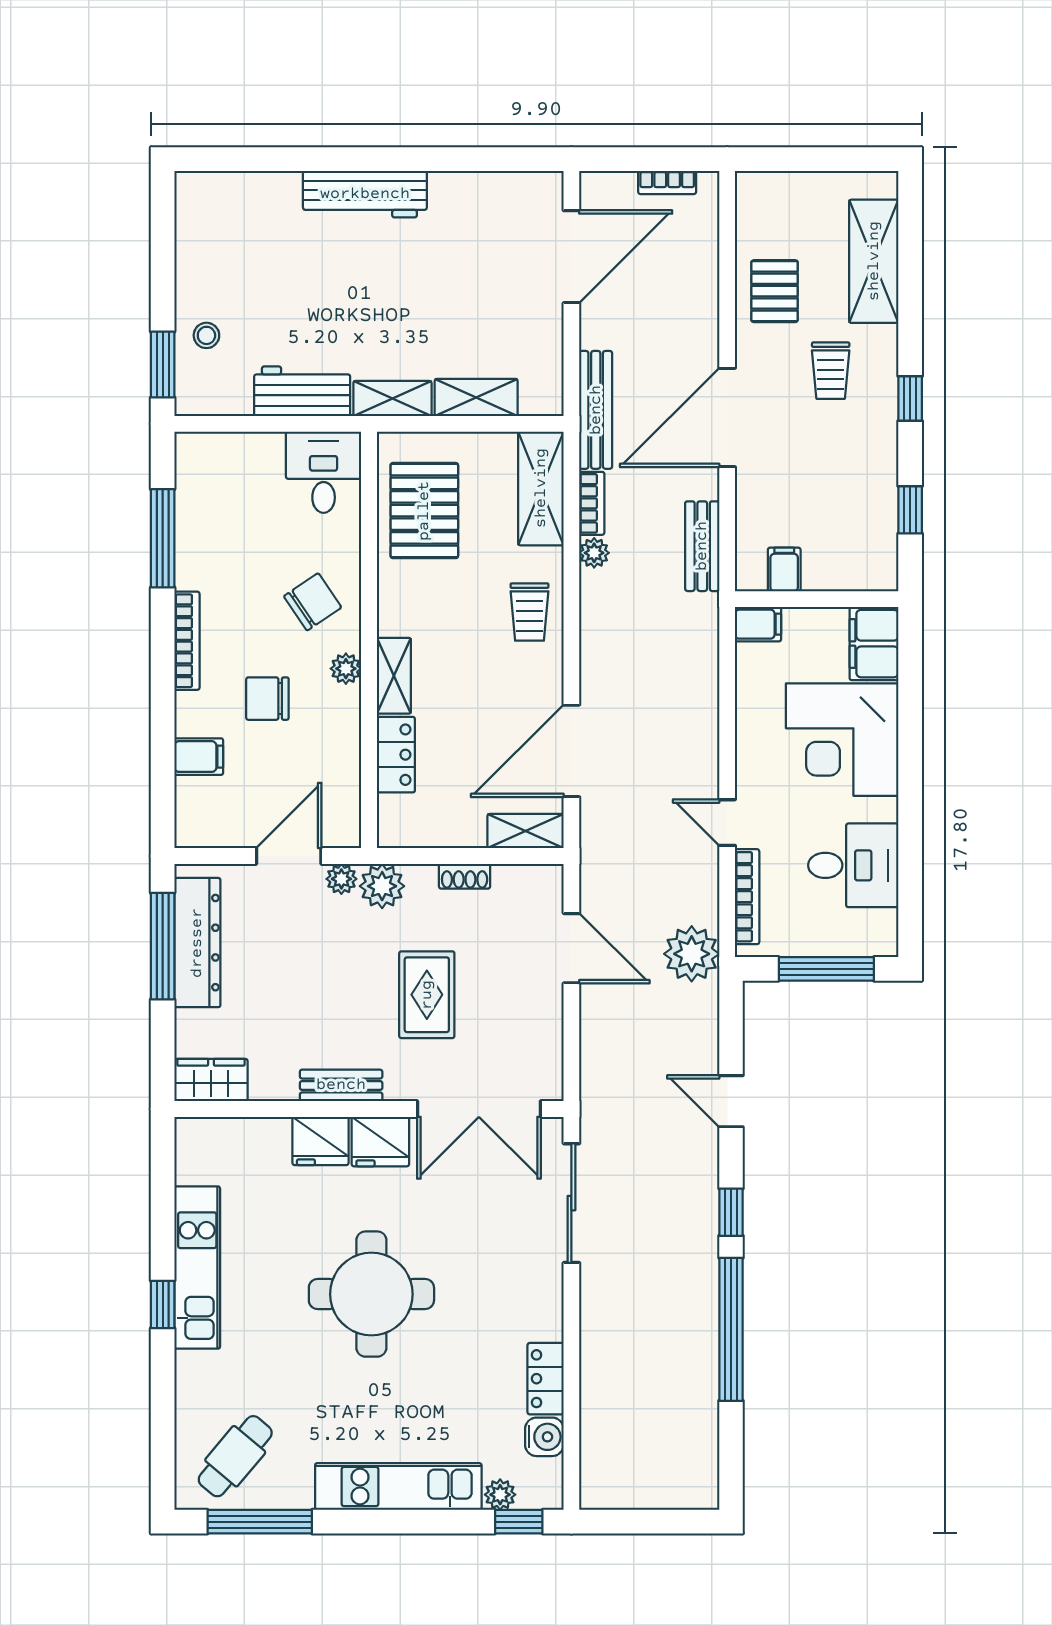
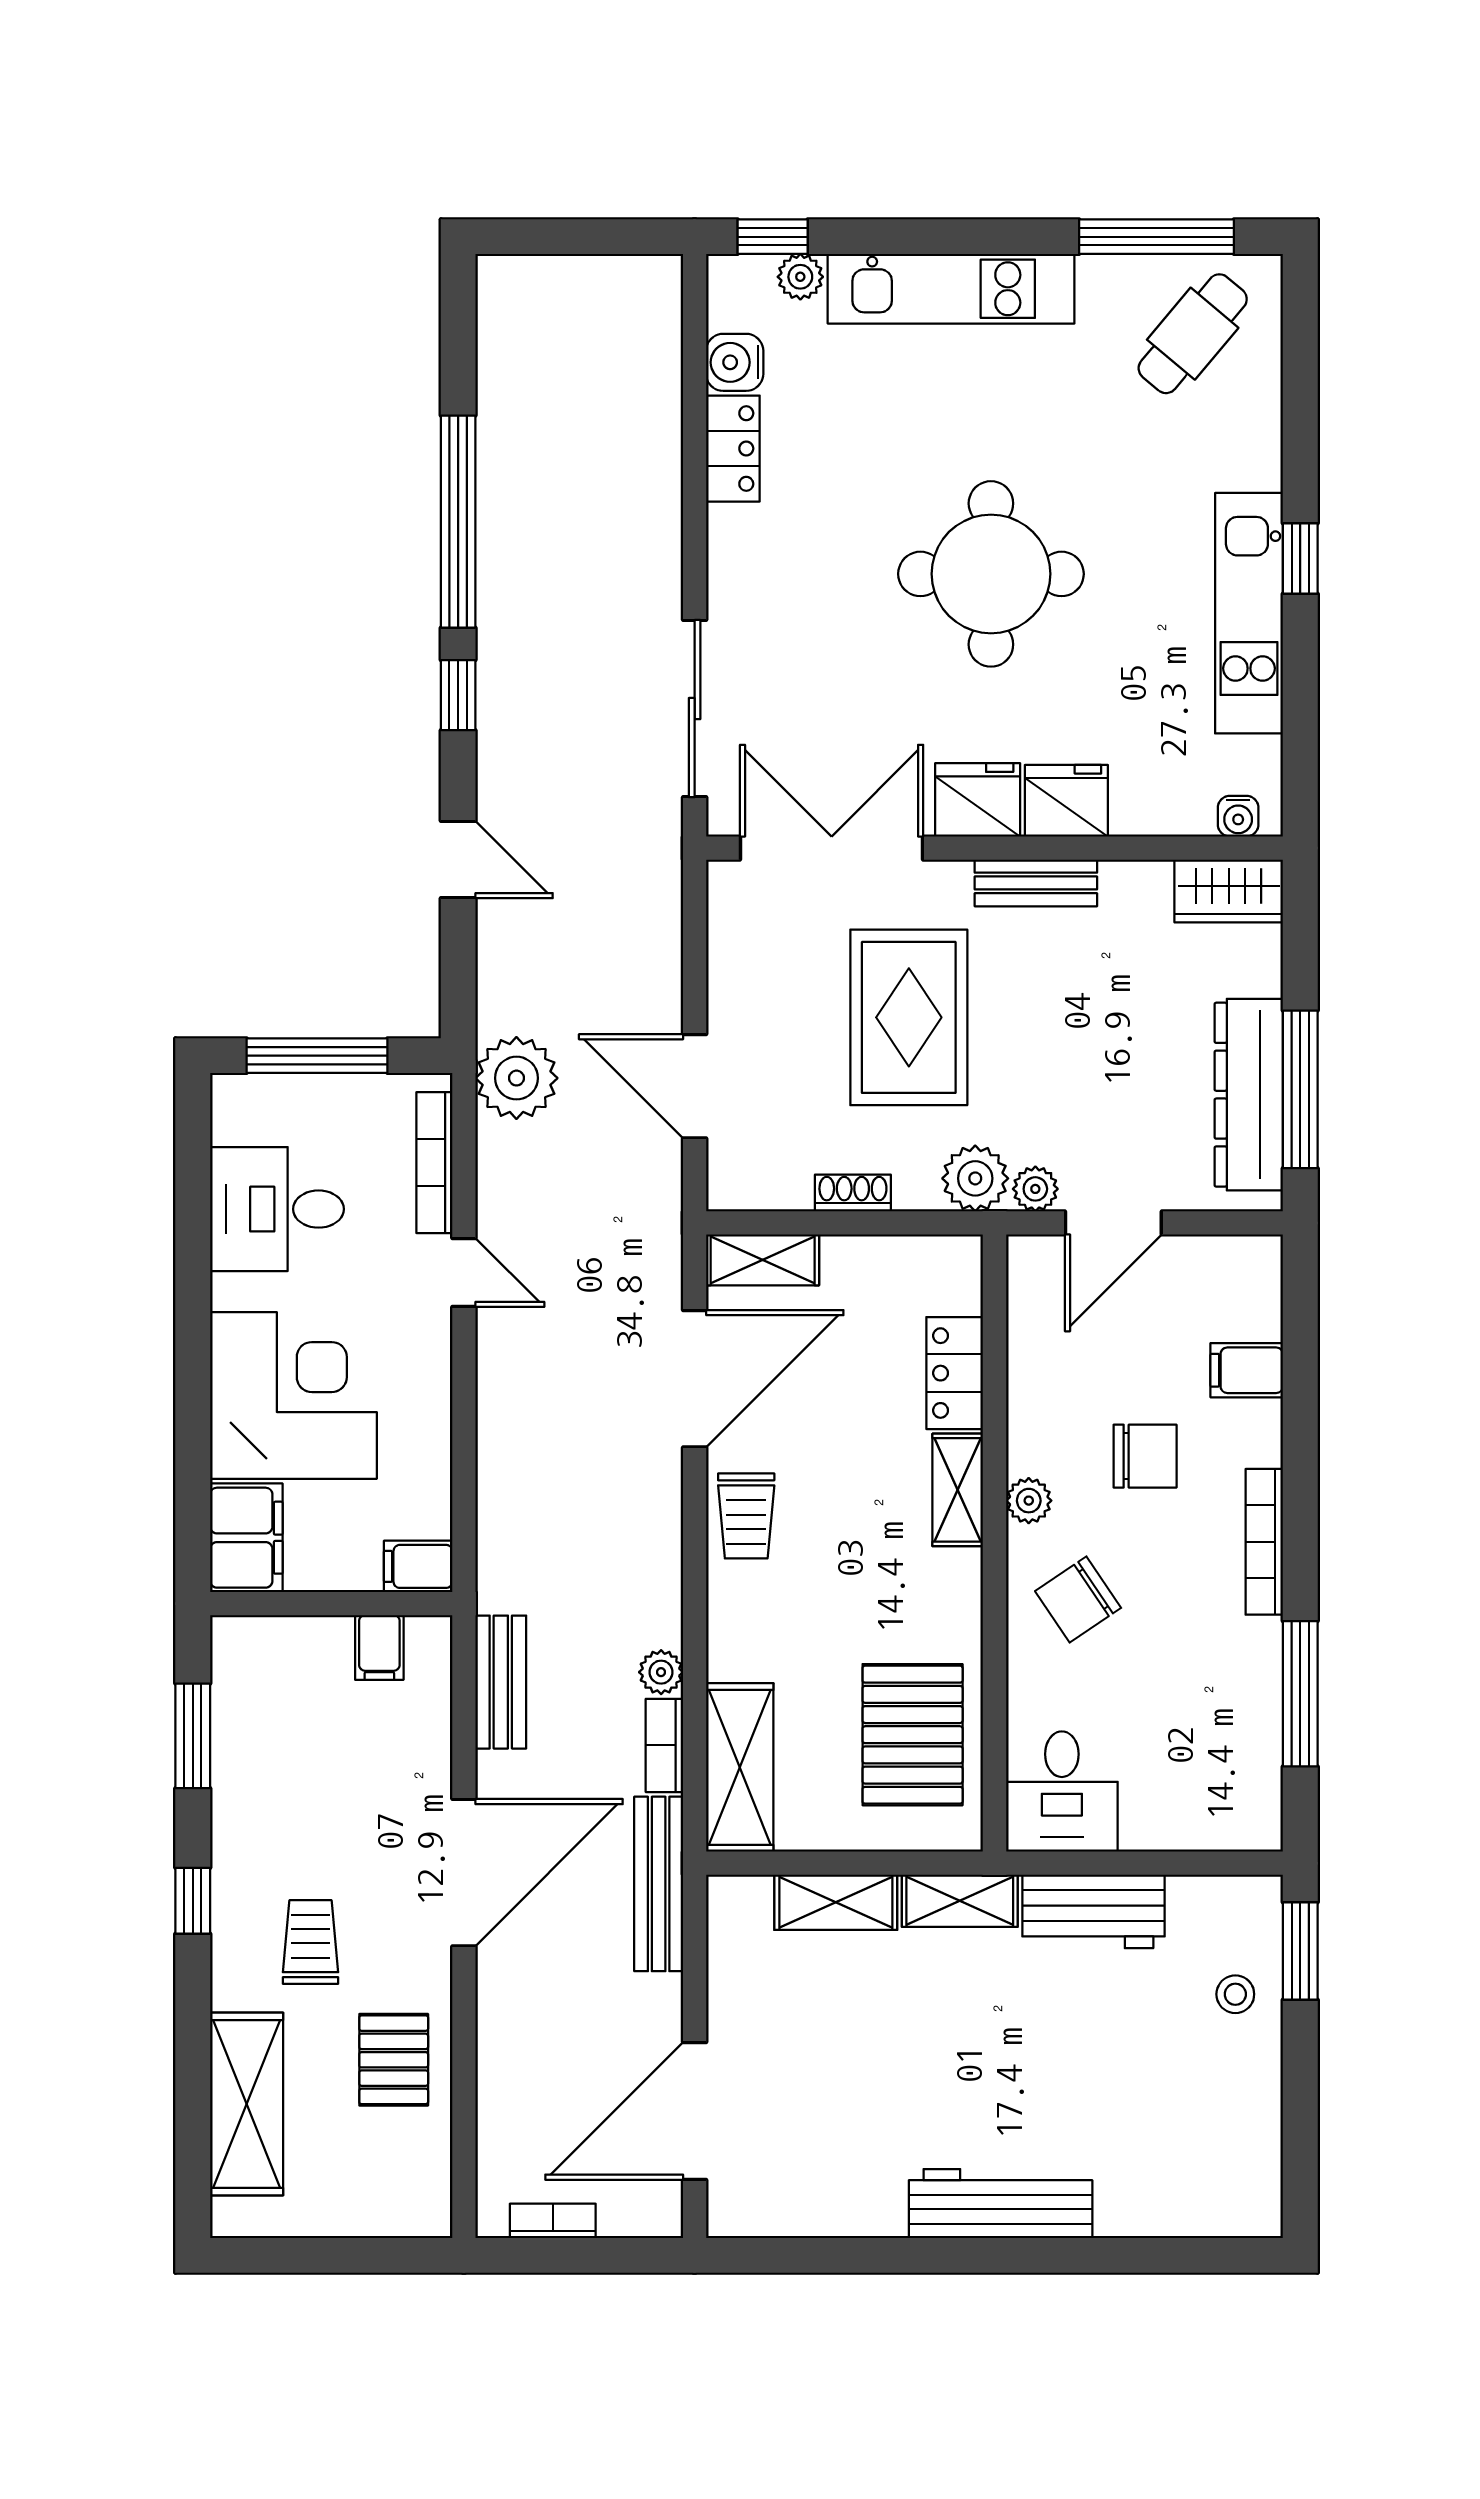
window: (910, 510) -> (193, 1736), width x1.50
trolley: (529, 612) -> (746, 1516), moved, turned 180
rug: (427, 995) -> (909, 1017), width x1.36, depth x1.43
water cooler: (205, 1131) -> (1238, 816), added

